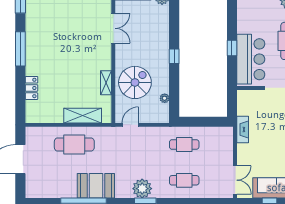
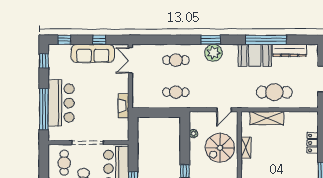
dresser: (57, 191) -> (290, 50), added

